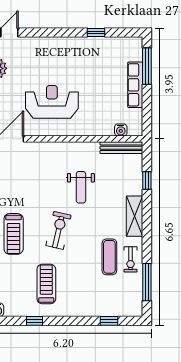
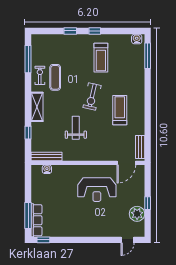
window: (96, 33) -> (43, 240), moved
row of seats: (135, 85) -> (36, 220), moved
treadmill: (14, 234) -> (120, 110), moved
window: (34, 321) -> (95, 31), moved
window: (109, 321) -> (70, 31), moved

